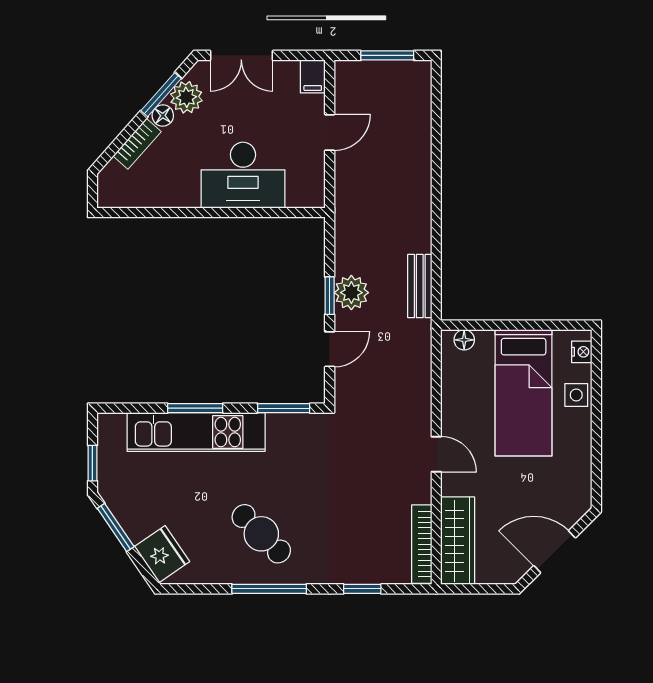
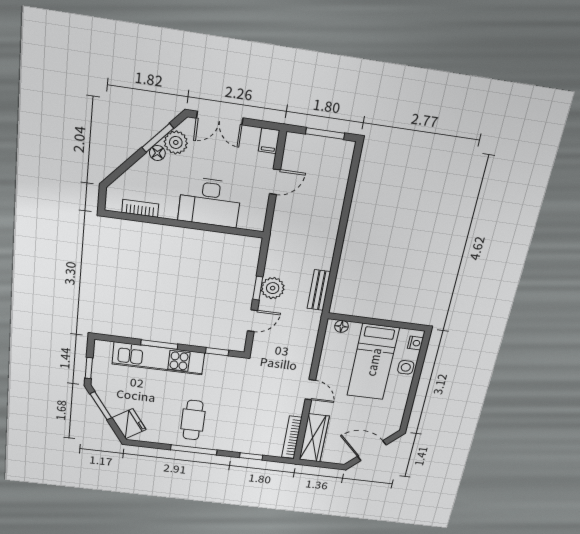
bookcase: (137, 144) -> (140, 208), moved, turned -132
window: (284, 408) -> (217, 352), width x0.67
cafe table: (261, 534) -> (193, 420), turned 45

